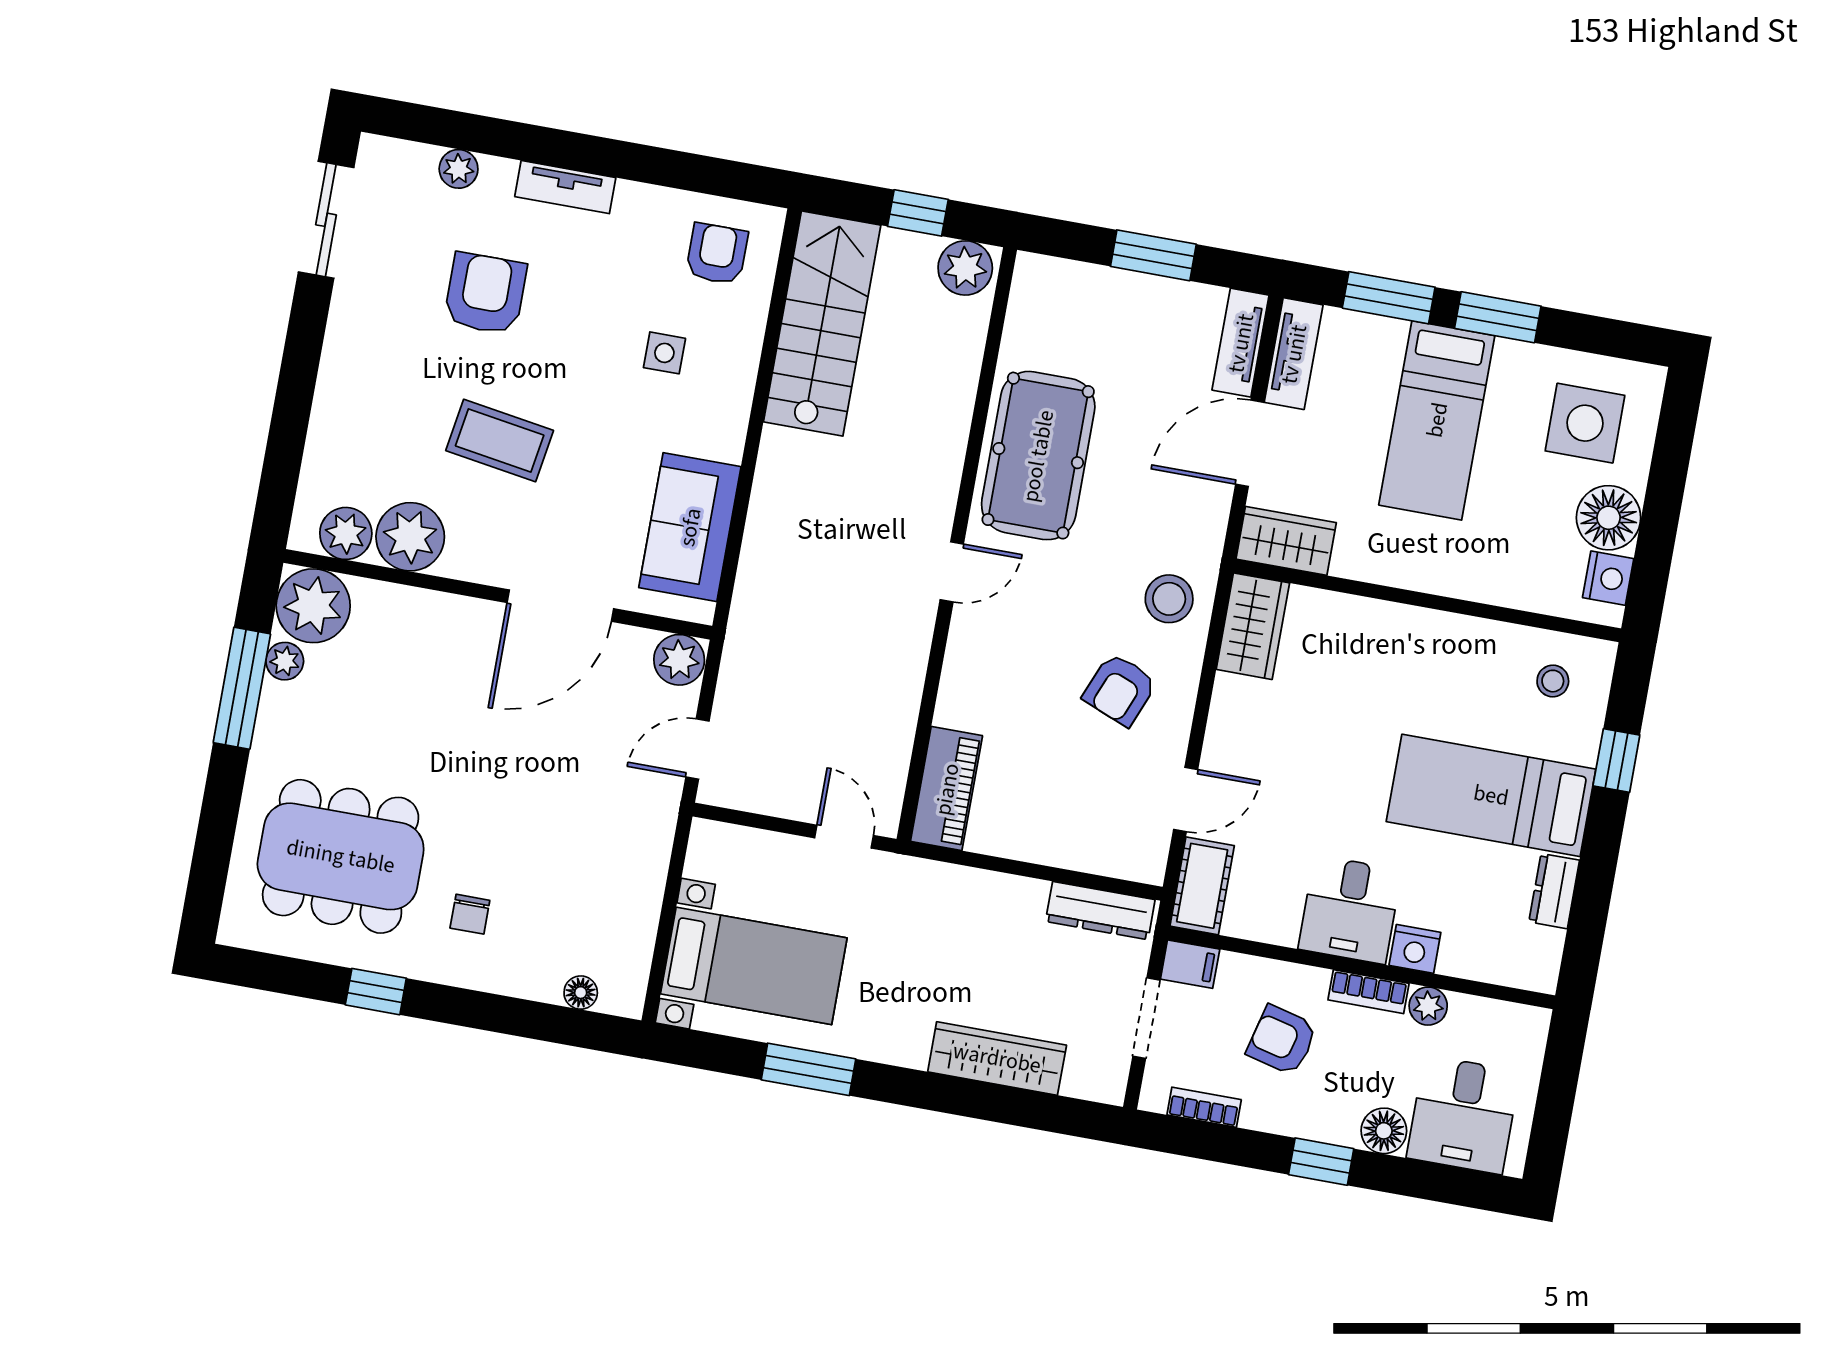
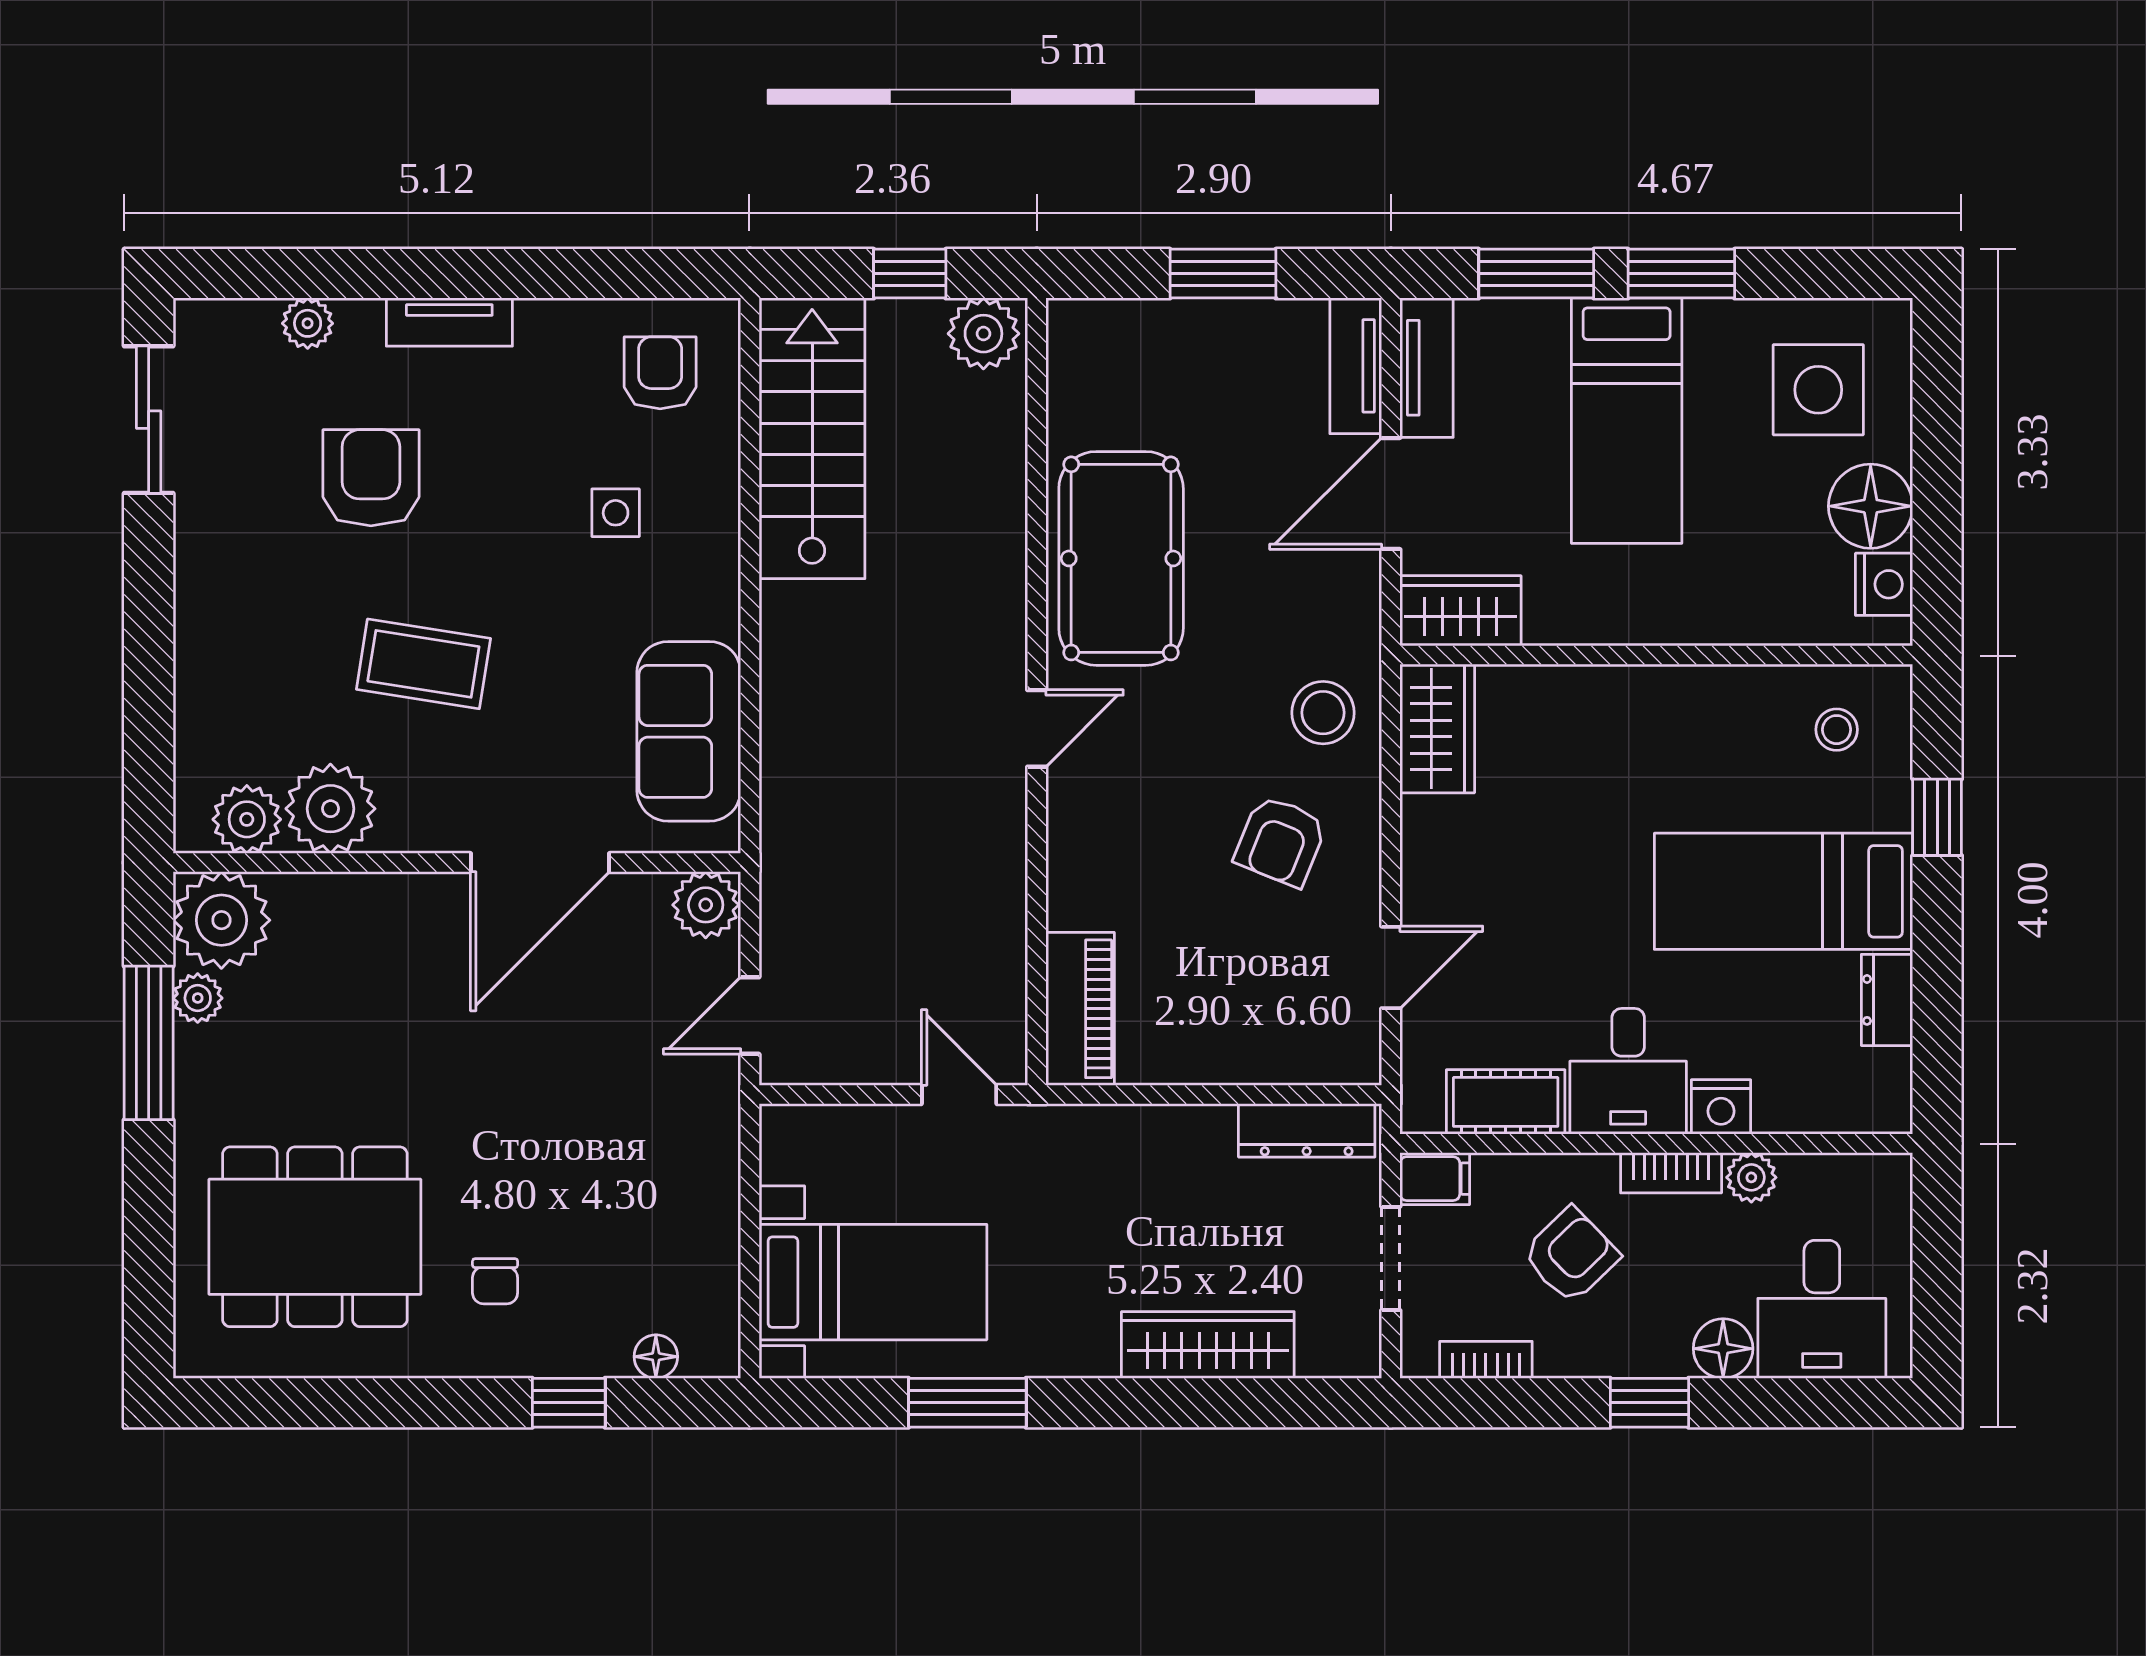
cot: (1202, 886) -> (1506, 1102), moved, turned 90
window: (376, 992) -> (569, 1403), moved
armchair: (1282, 1040) -> (1571, 1255), turned 122

